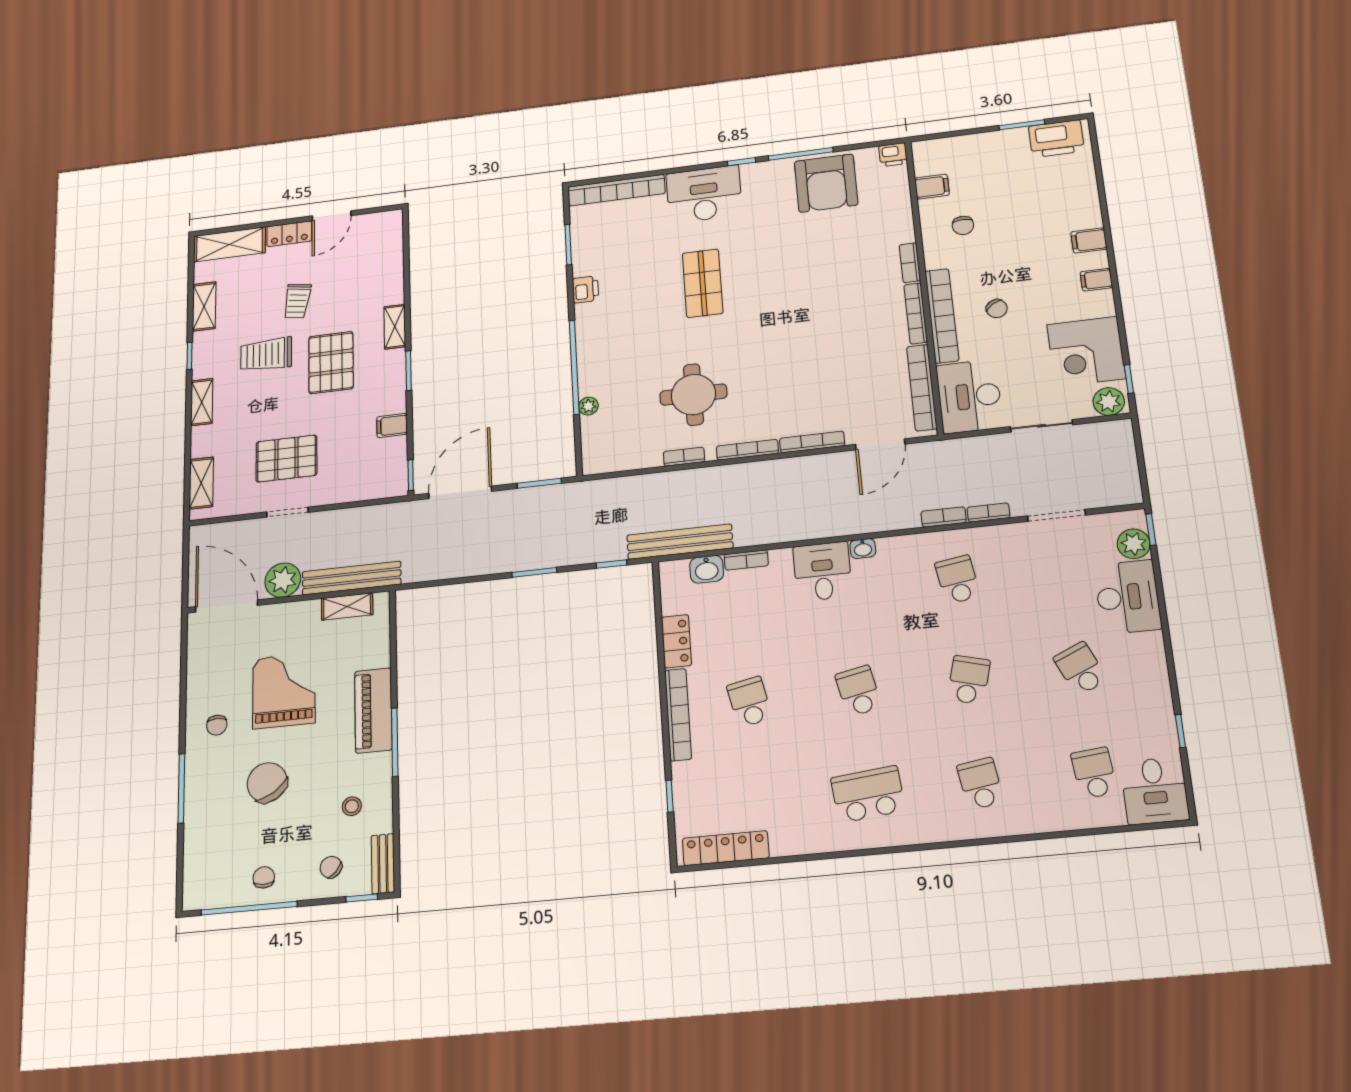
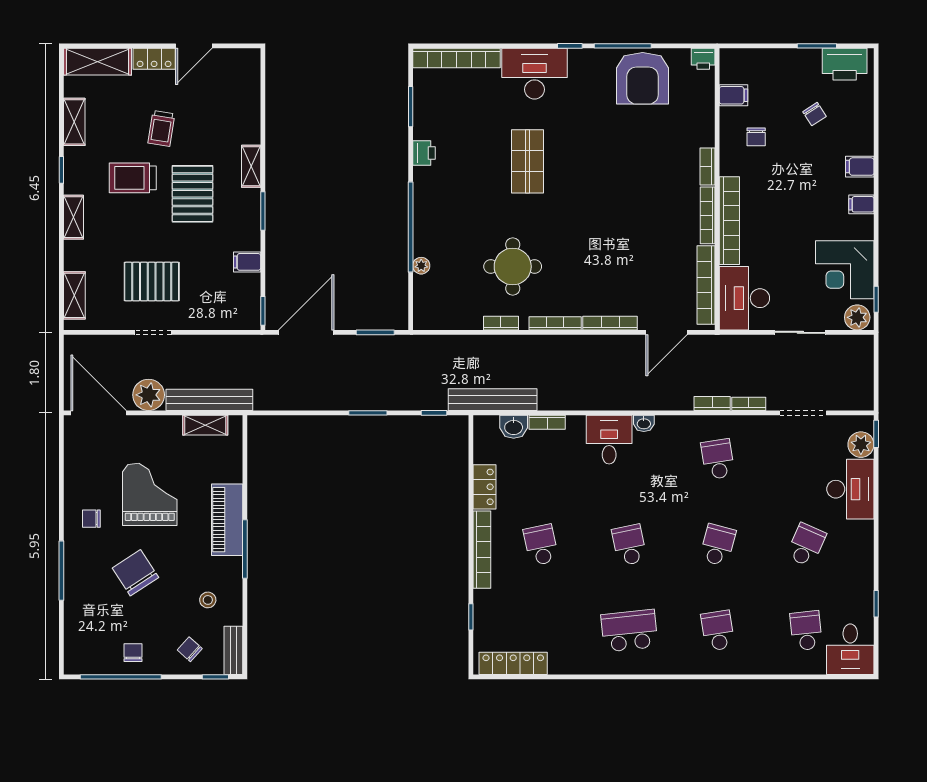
chair: (997, 309) -> (814, 114), moved
school desk: (1080, 669) -> (806, 545), turned 48
chair: (217, 725) -> (91, 519), turned 90

